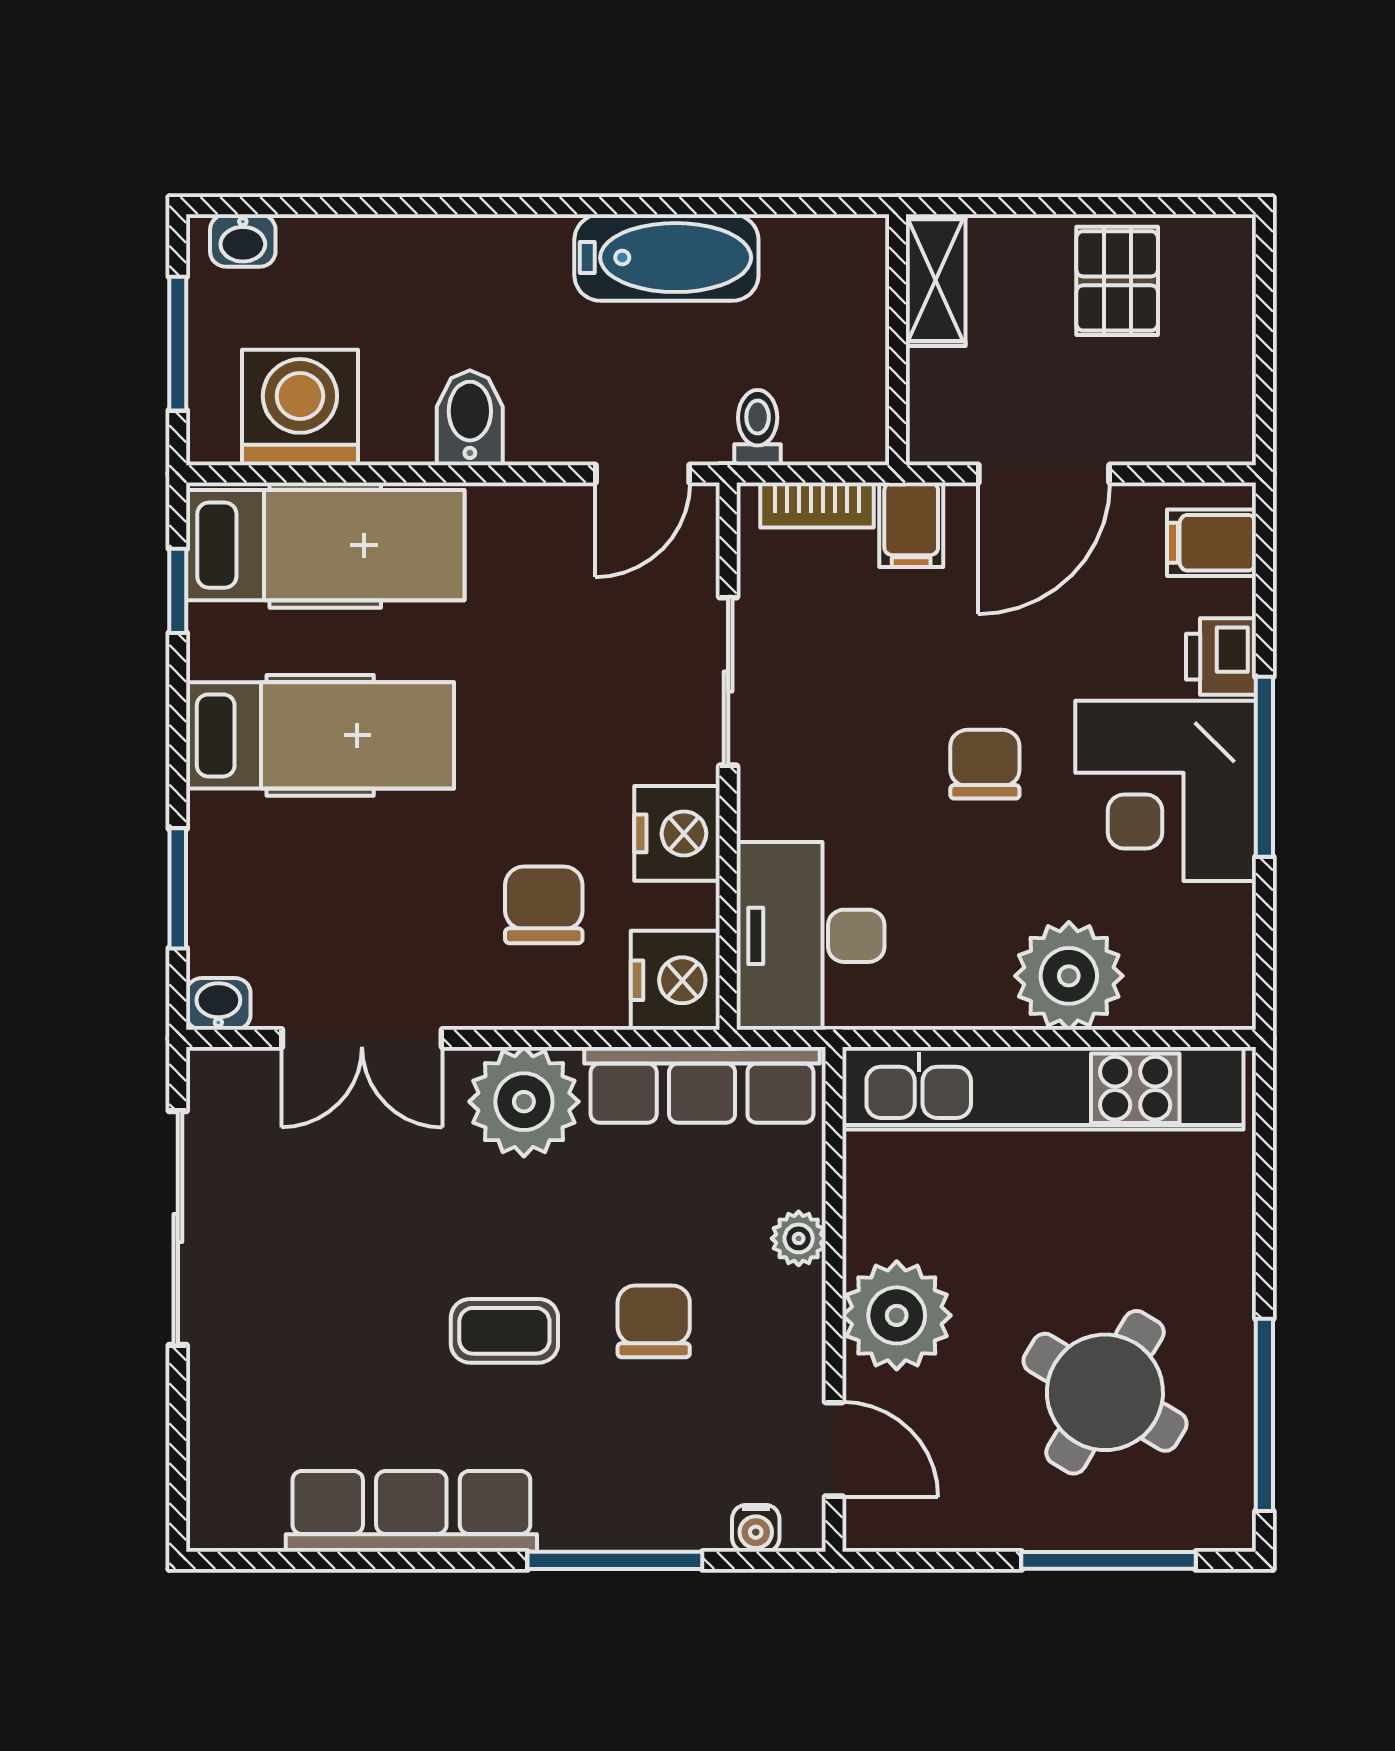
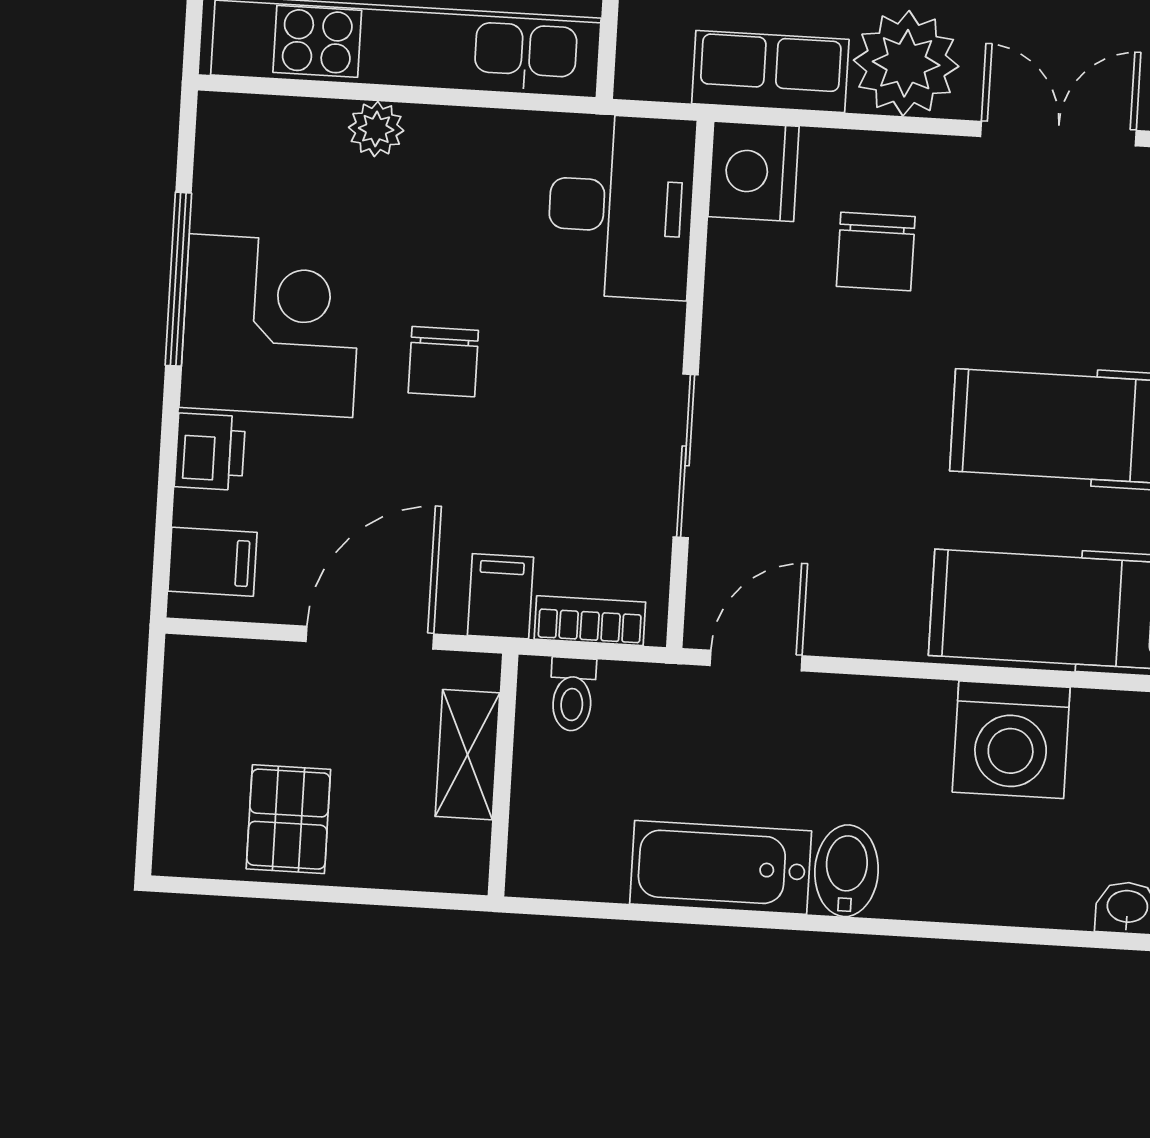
shelving: (936, 280) -> (467, 755), moved
washing machine: (300, 408) -> (1011, 740), moved
bidet: (470, 418) -> (847, 871), moved, turned 180
toilet: (758, 428) -> (572, 694), moved
window: (1264, 767) -> (178, 279), moved
nightstand: (677, 833) -> (743, 313), removed
plant: (1069, 976) -> (376, 129), width x0.53, depth x0.53
row of seats: (702, 1085) -> (770, 72), width x0.68

